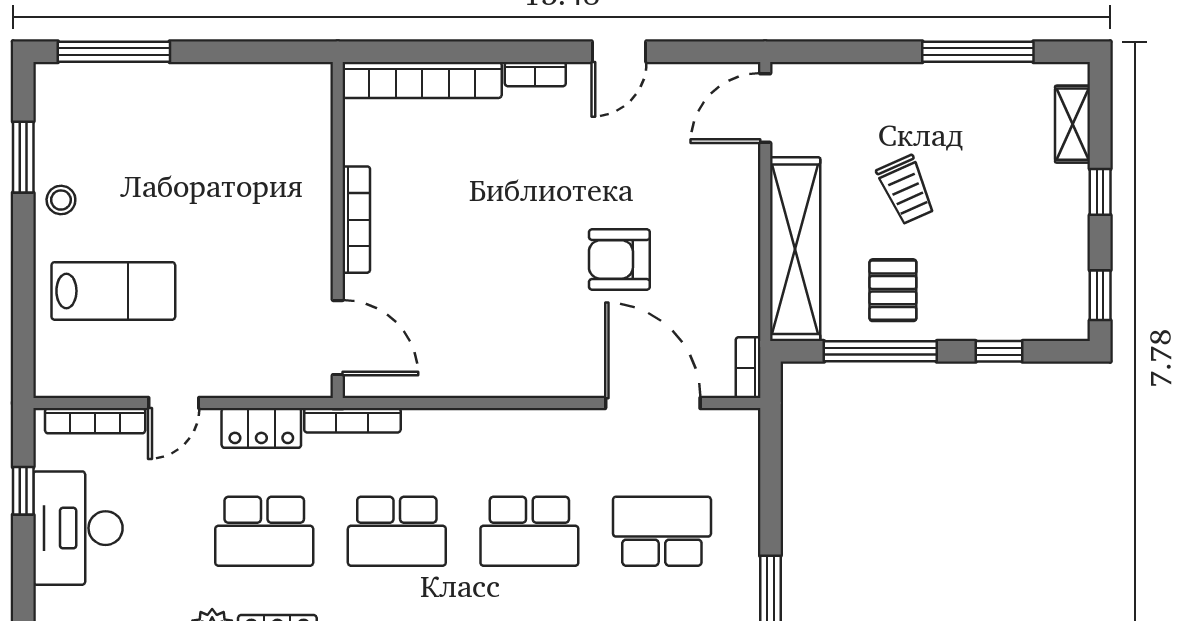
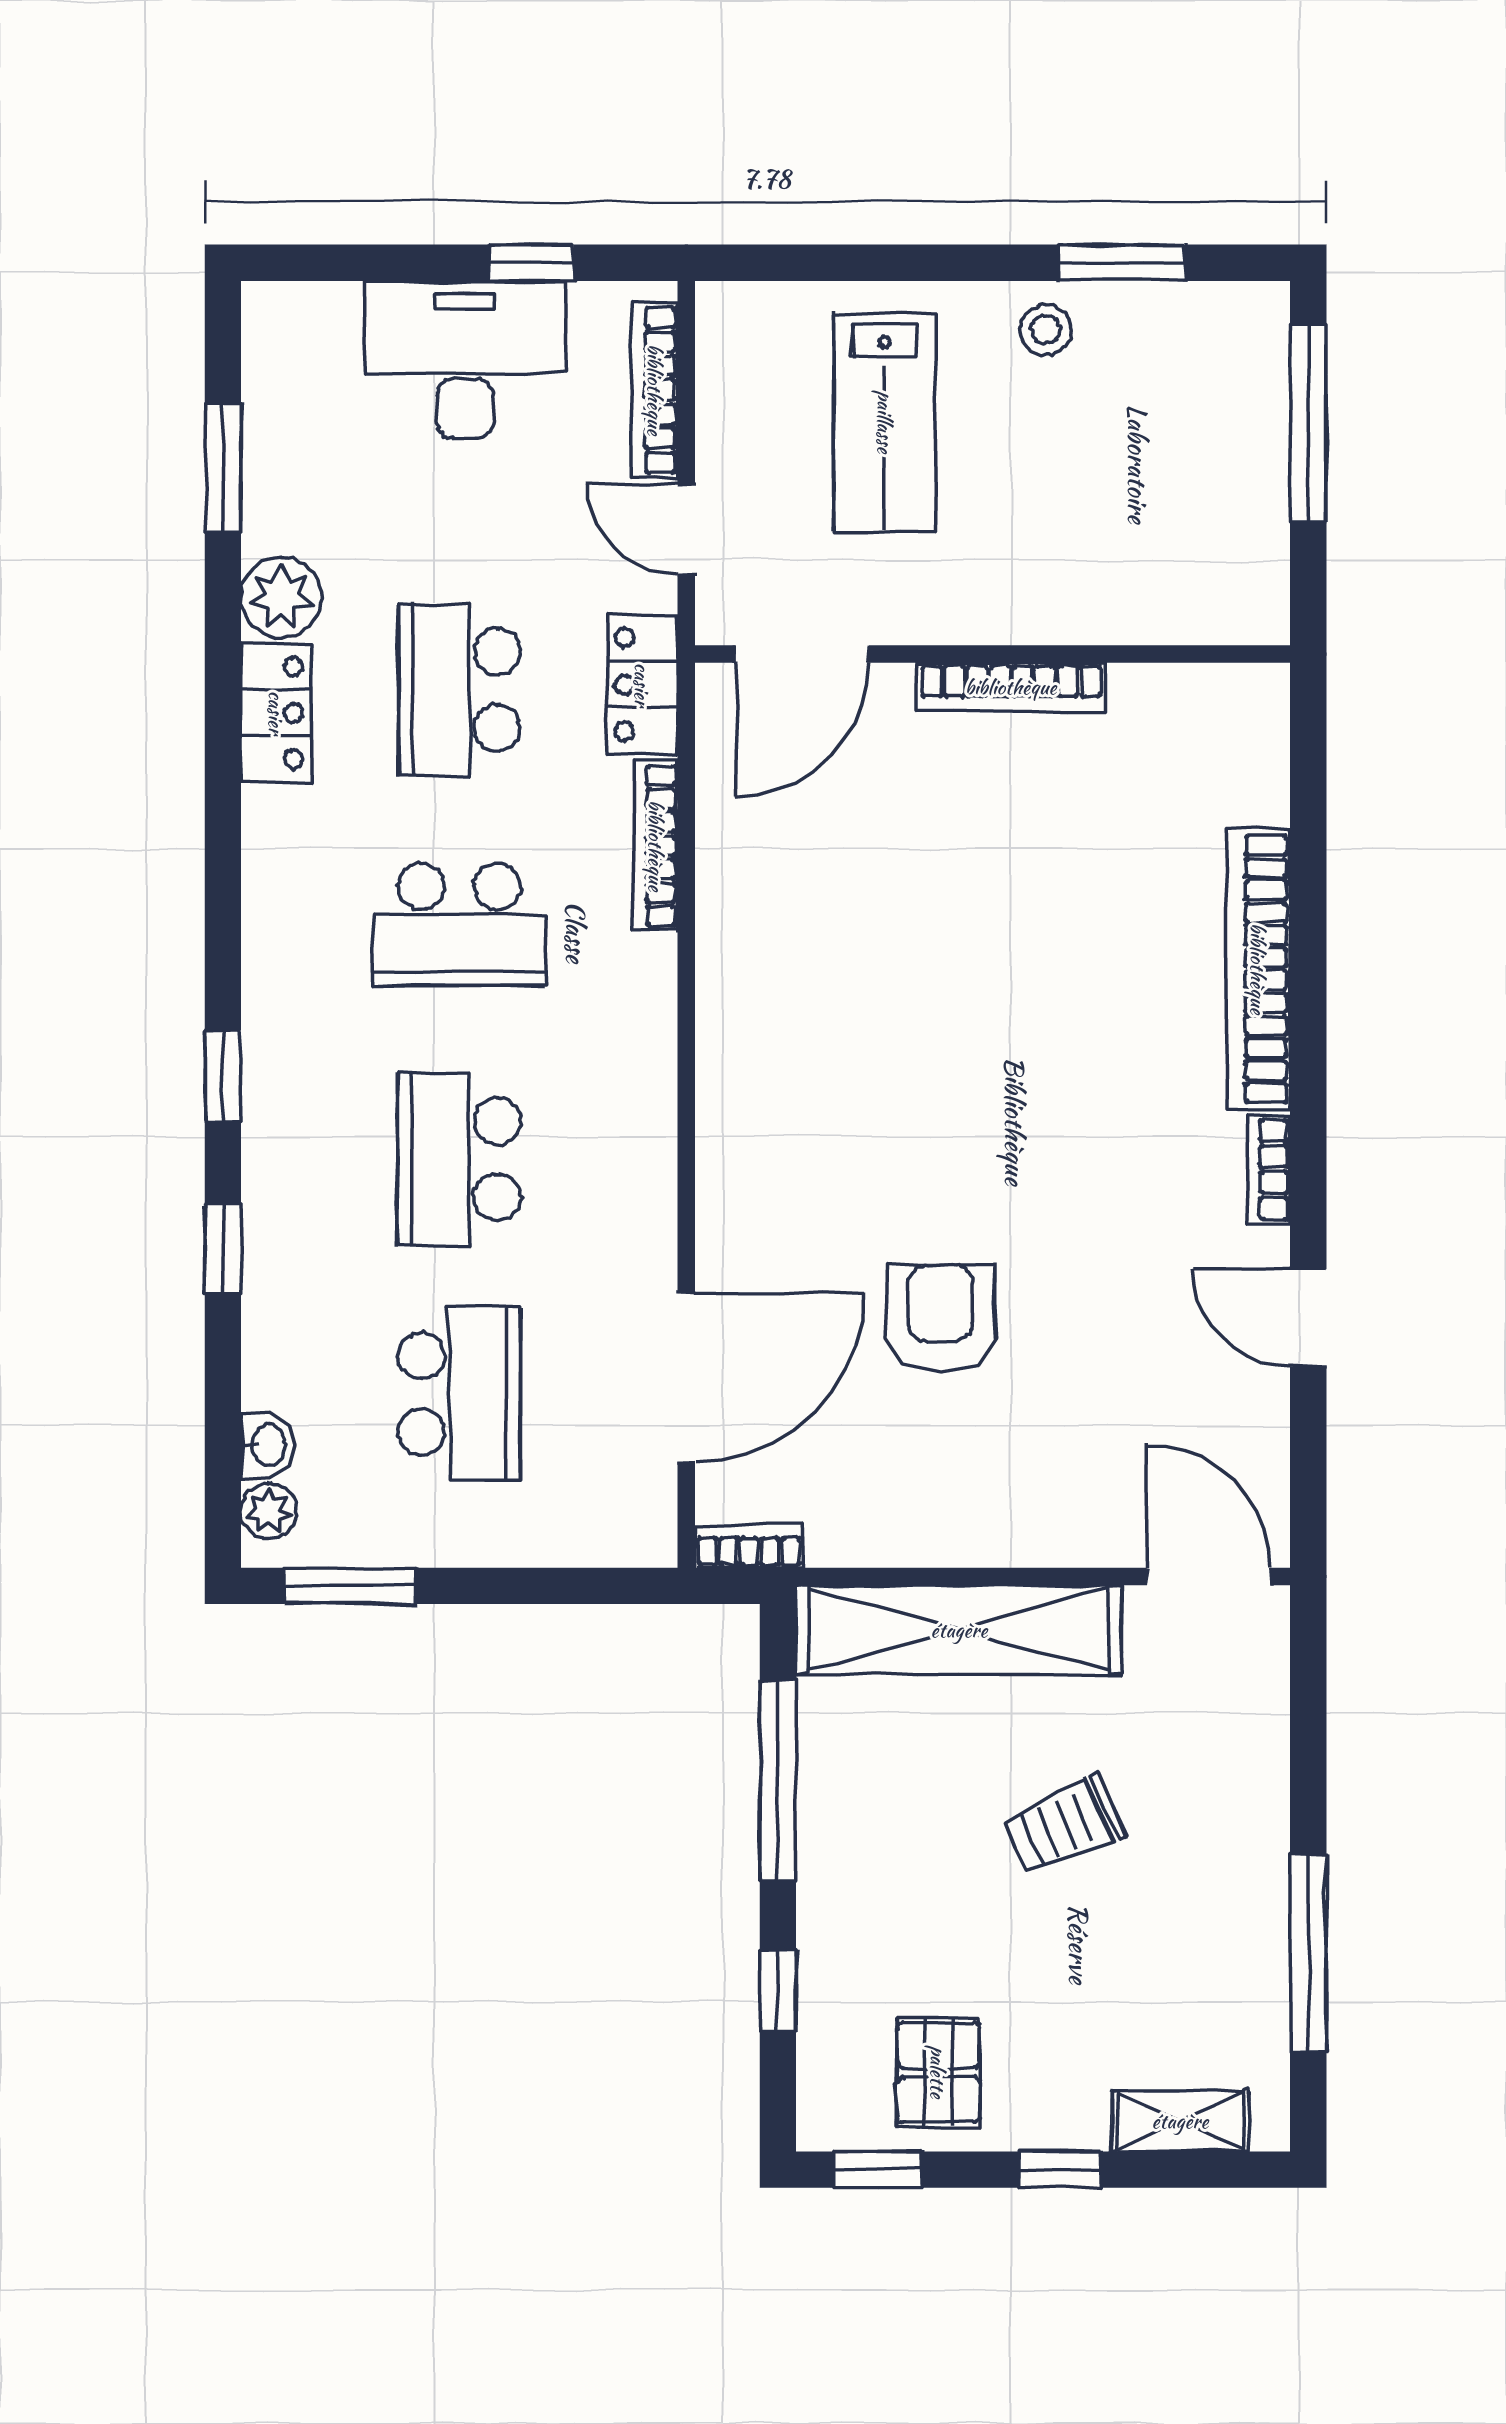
bookcase: (356, 220) -> (1011, 687), moved
wall: (338, 230) -> (993, 654), moved
pallet: (893, 290) -> (938, 2072), moved, turned 90
door: (338, 338) -> (802, 654), moved
school desk: (397, 531) -> (459, 924), turned -90

